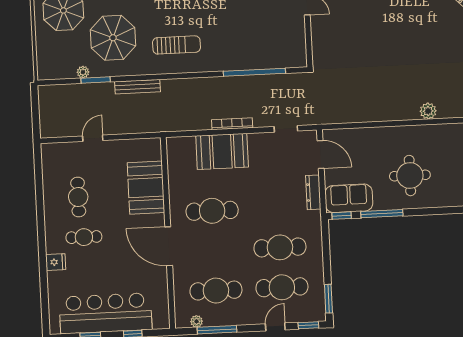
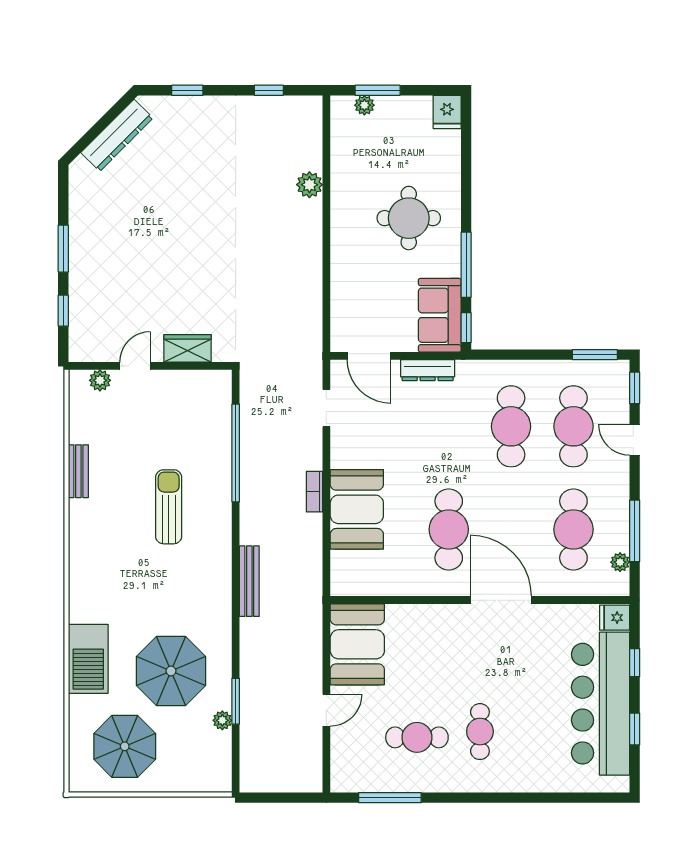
wardrobe: (320, 38) -> (188, 348), added
sun lounger: (176, 45) -> (169, 507), moved
bench: (138, 87) -> (249, 581), moved
bookcase: (232, 124) -> (314, 492), width x0.64
door: (93, 138) -> (326, 710), swing flipped
door: (321, 154) -> (369, 356), swing flipped
window: (39, 182) -> (390, 798), added
booth: (146, 188) -> (357, 644), moved, turned 90
door: (169, 246) -> (501, 600), swing flipped
fridge: (56, 262) -> (615, 618), moved, turned -90

